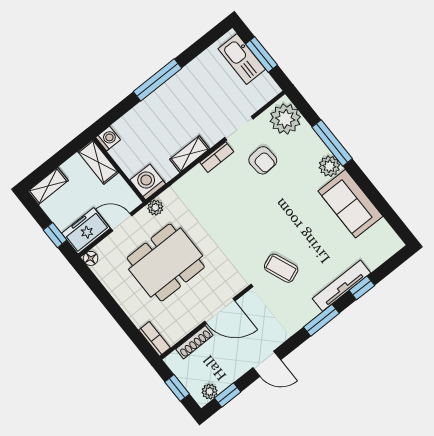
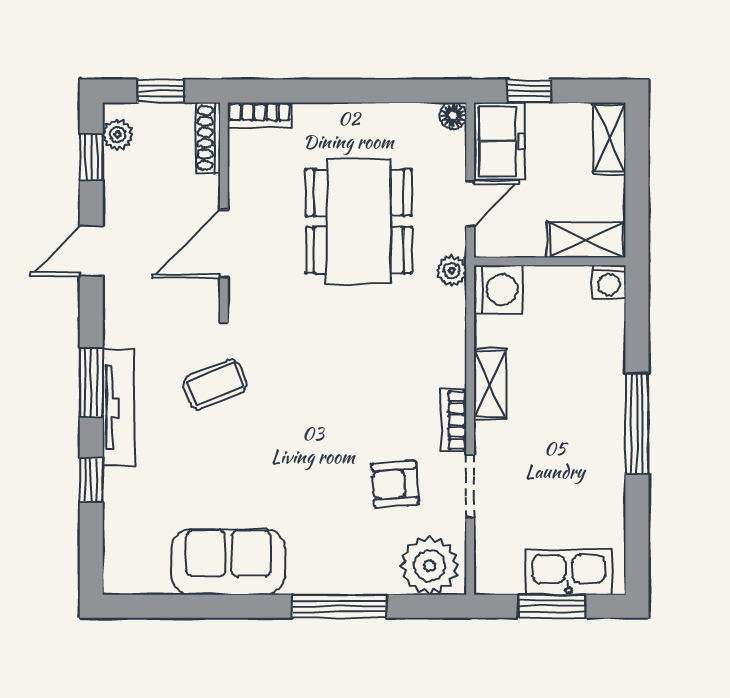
plant: (329, 166) -> (308, 575), removed
tv unit: (341, 286) -> (118, 408), moved
shoe rack: (194, 342) -> (208, 138), moved

